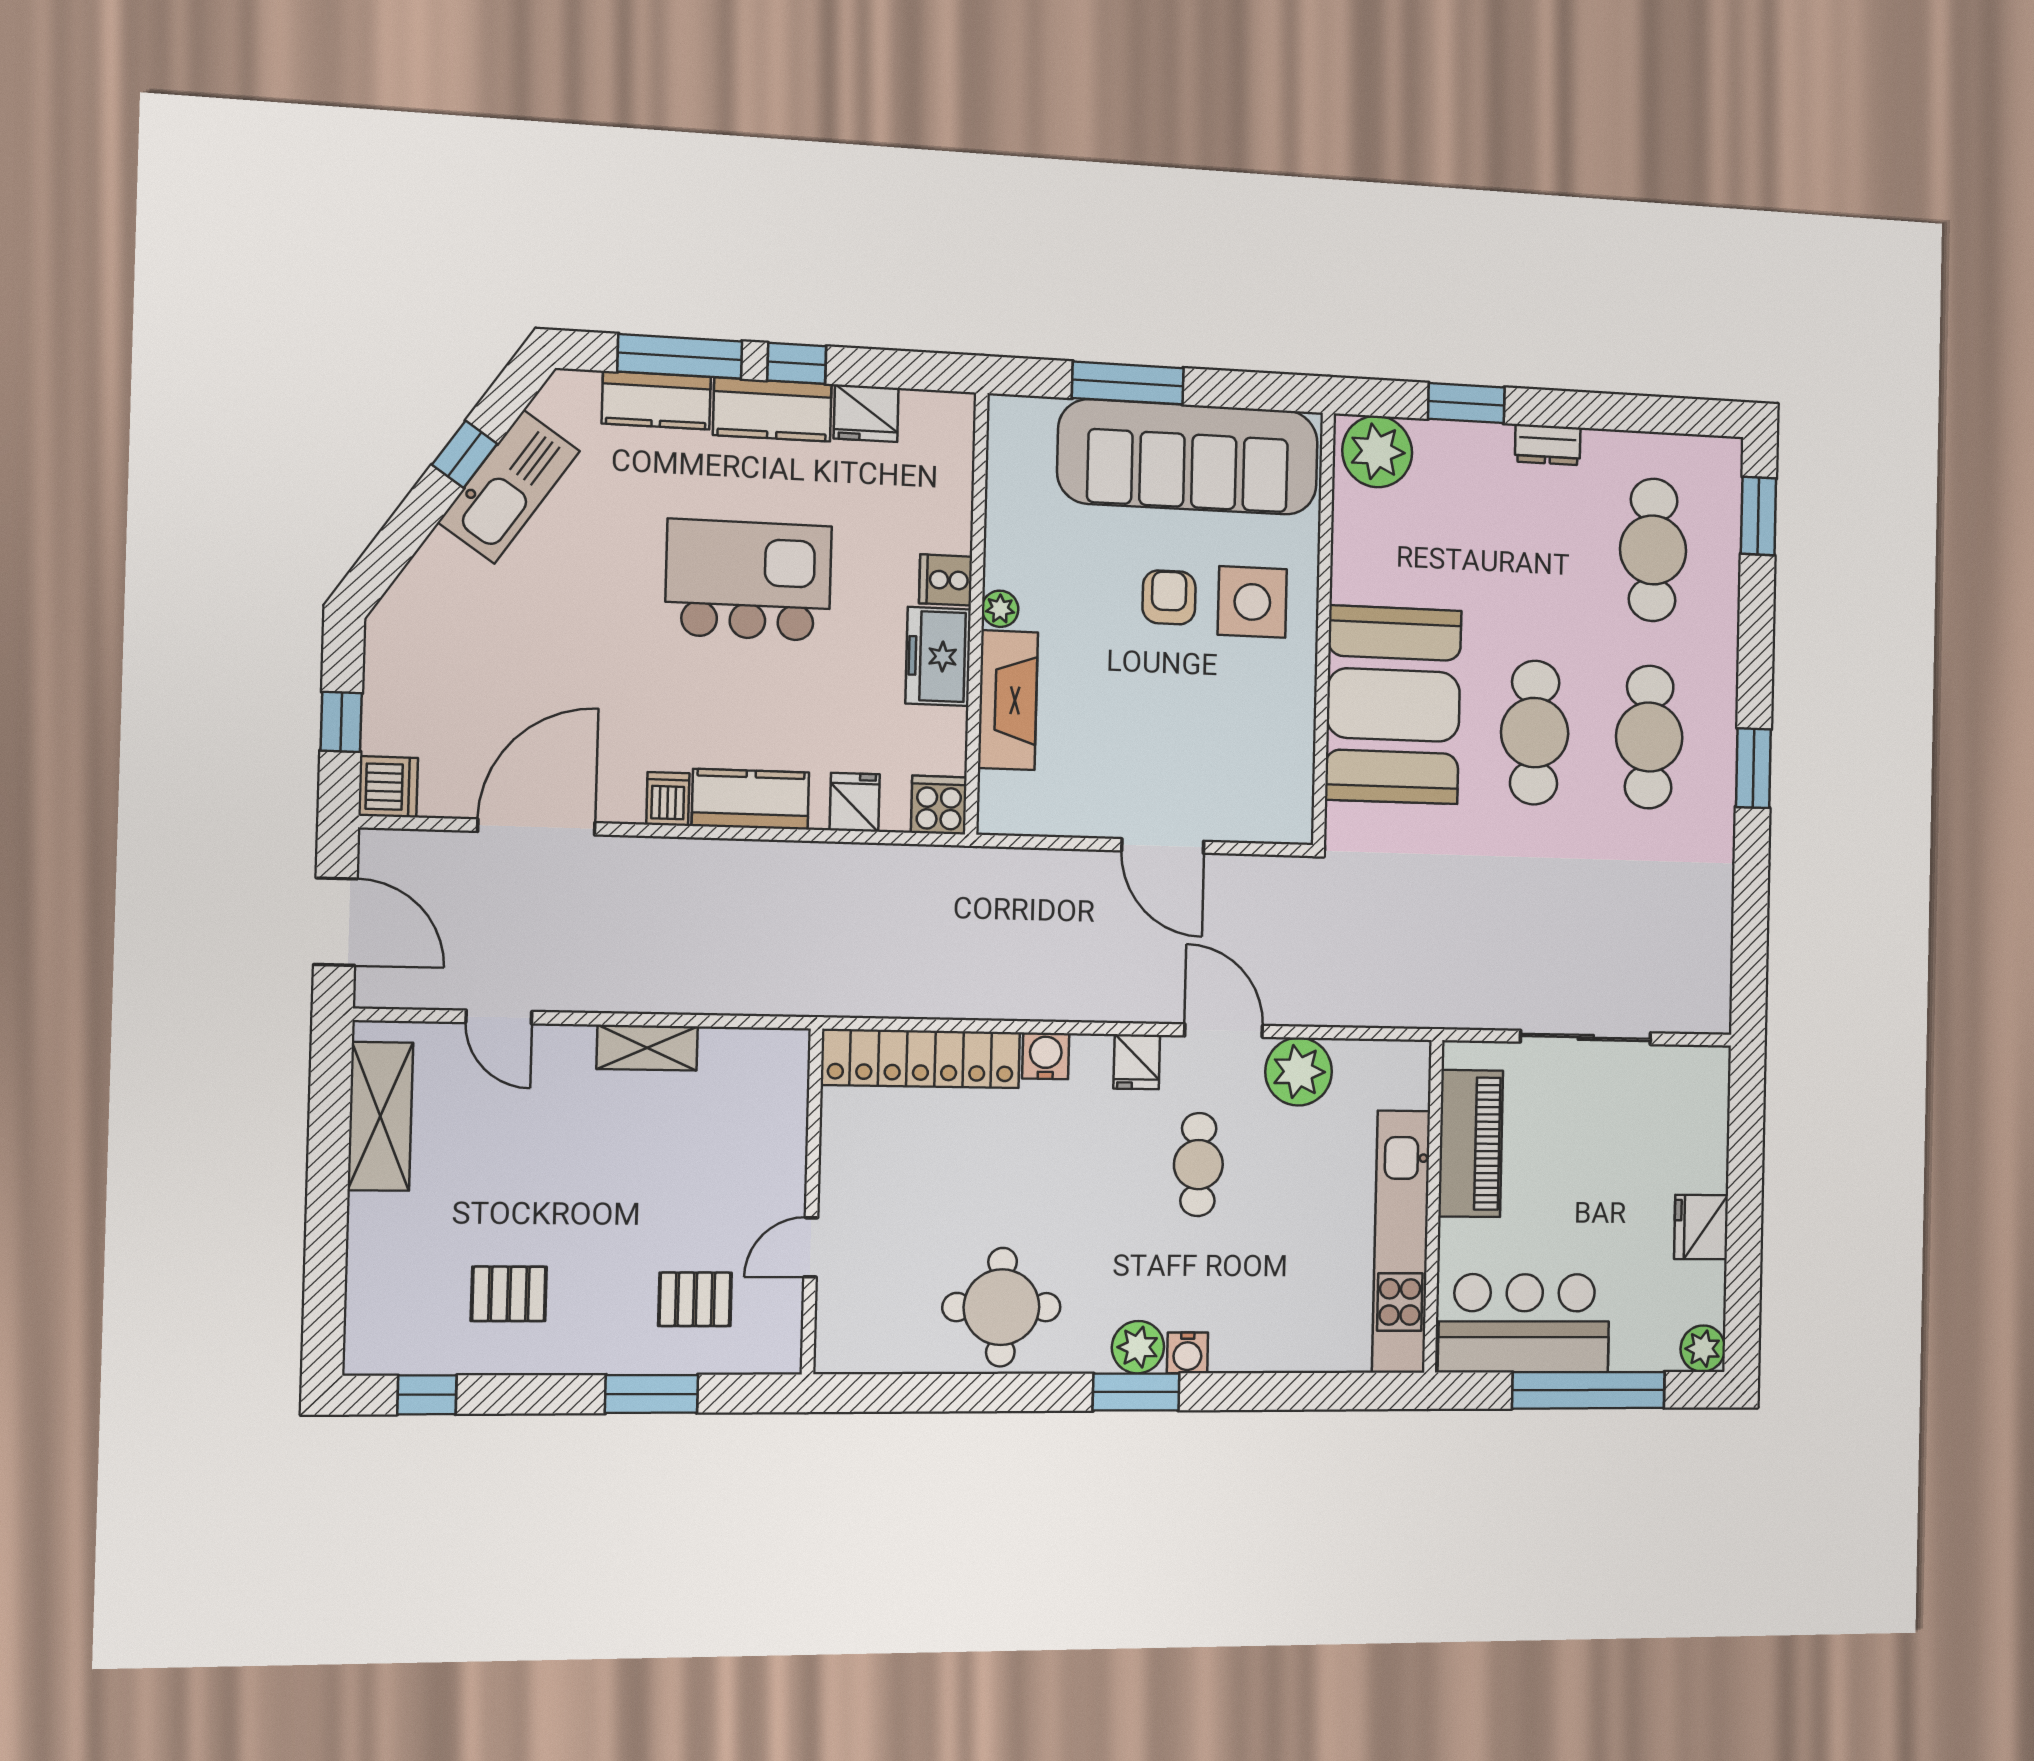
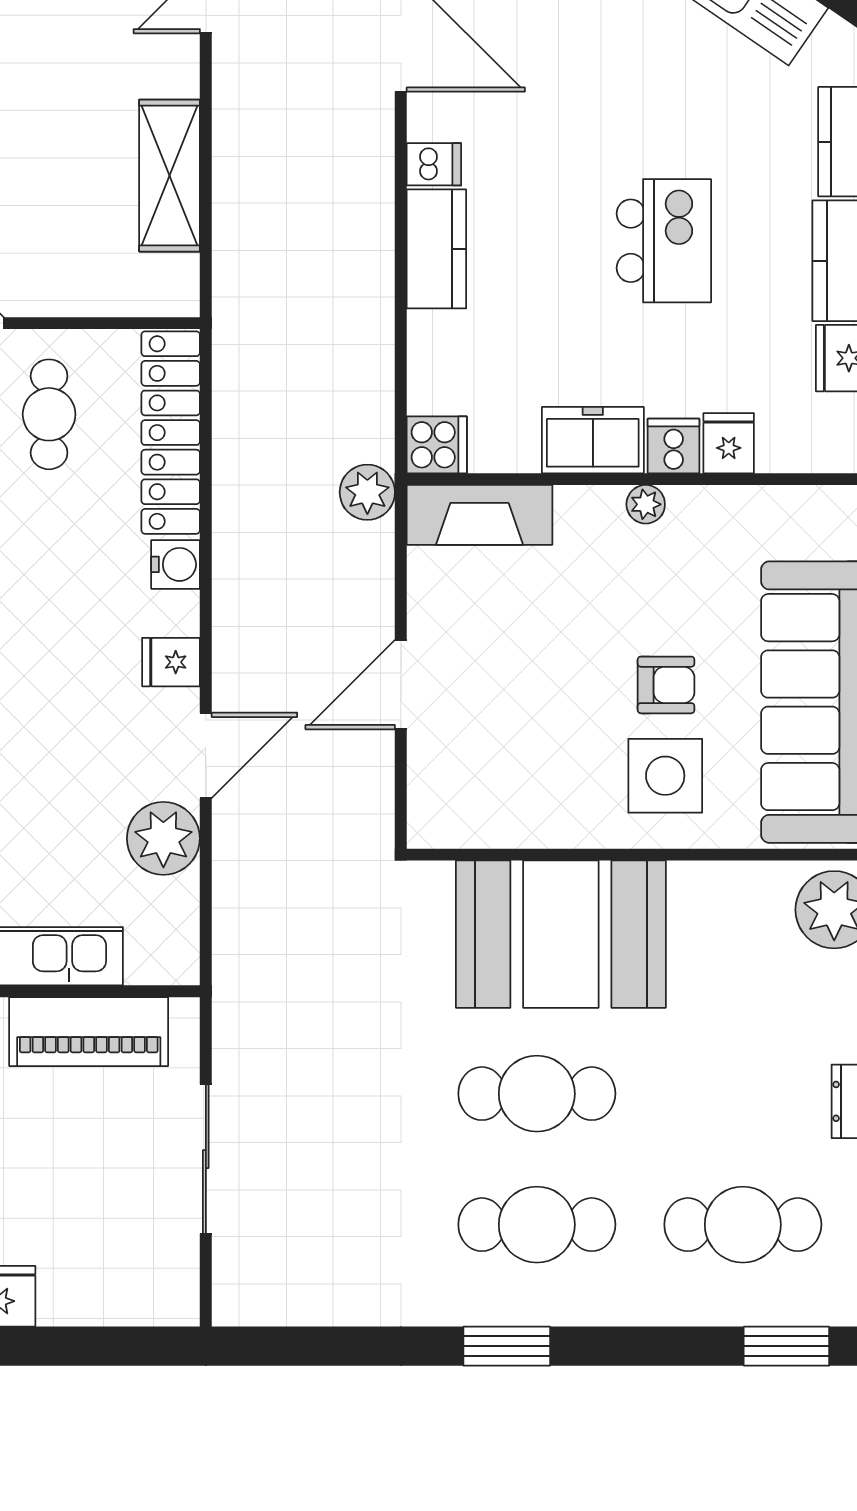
kitchen island: (748, 580) -> (664, 241), width x0.73, depth x0.78
fireplace: (1008, 700) -> (479, 515), moved
fridge: (855, 802) -> (729, 443), moved, turned -90
plant: (982, 872) -> (367, 492), added
shelving: (647, 1048) -> (170, 176), width x1.50, depth x1.33
cafe table: (1198, 1165) -> (49, 414), moved, turned 90

